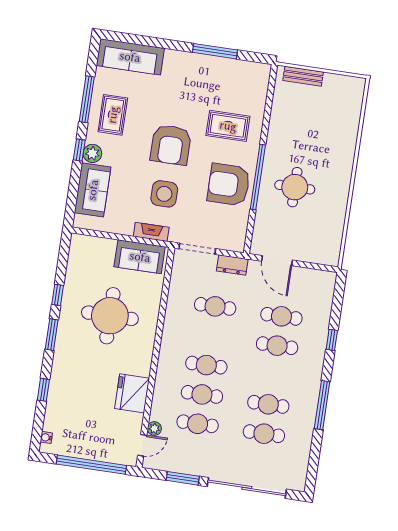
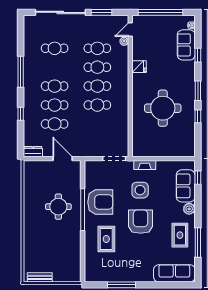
bench: (303, 76) -> (40, 277), moved
rug: (228, 126) -> (106, 239), turned 90
window: (79, 150) -> (198, 178), moved
sofa: (140, 257) -> (186, 45), moved, turned -90
dresser: (232, 265) -> (33, 152), moved
cafe table: (215, 306) -> (97, 105), moved
fridge: (132, 393) -> (139, 67), width x0.53, depth x0.75
cafe table: (268, 404) -> (55, 86), moved

